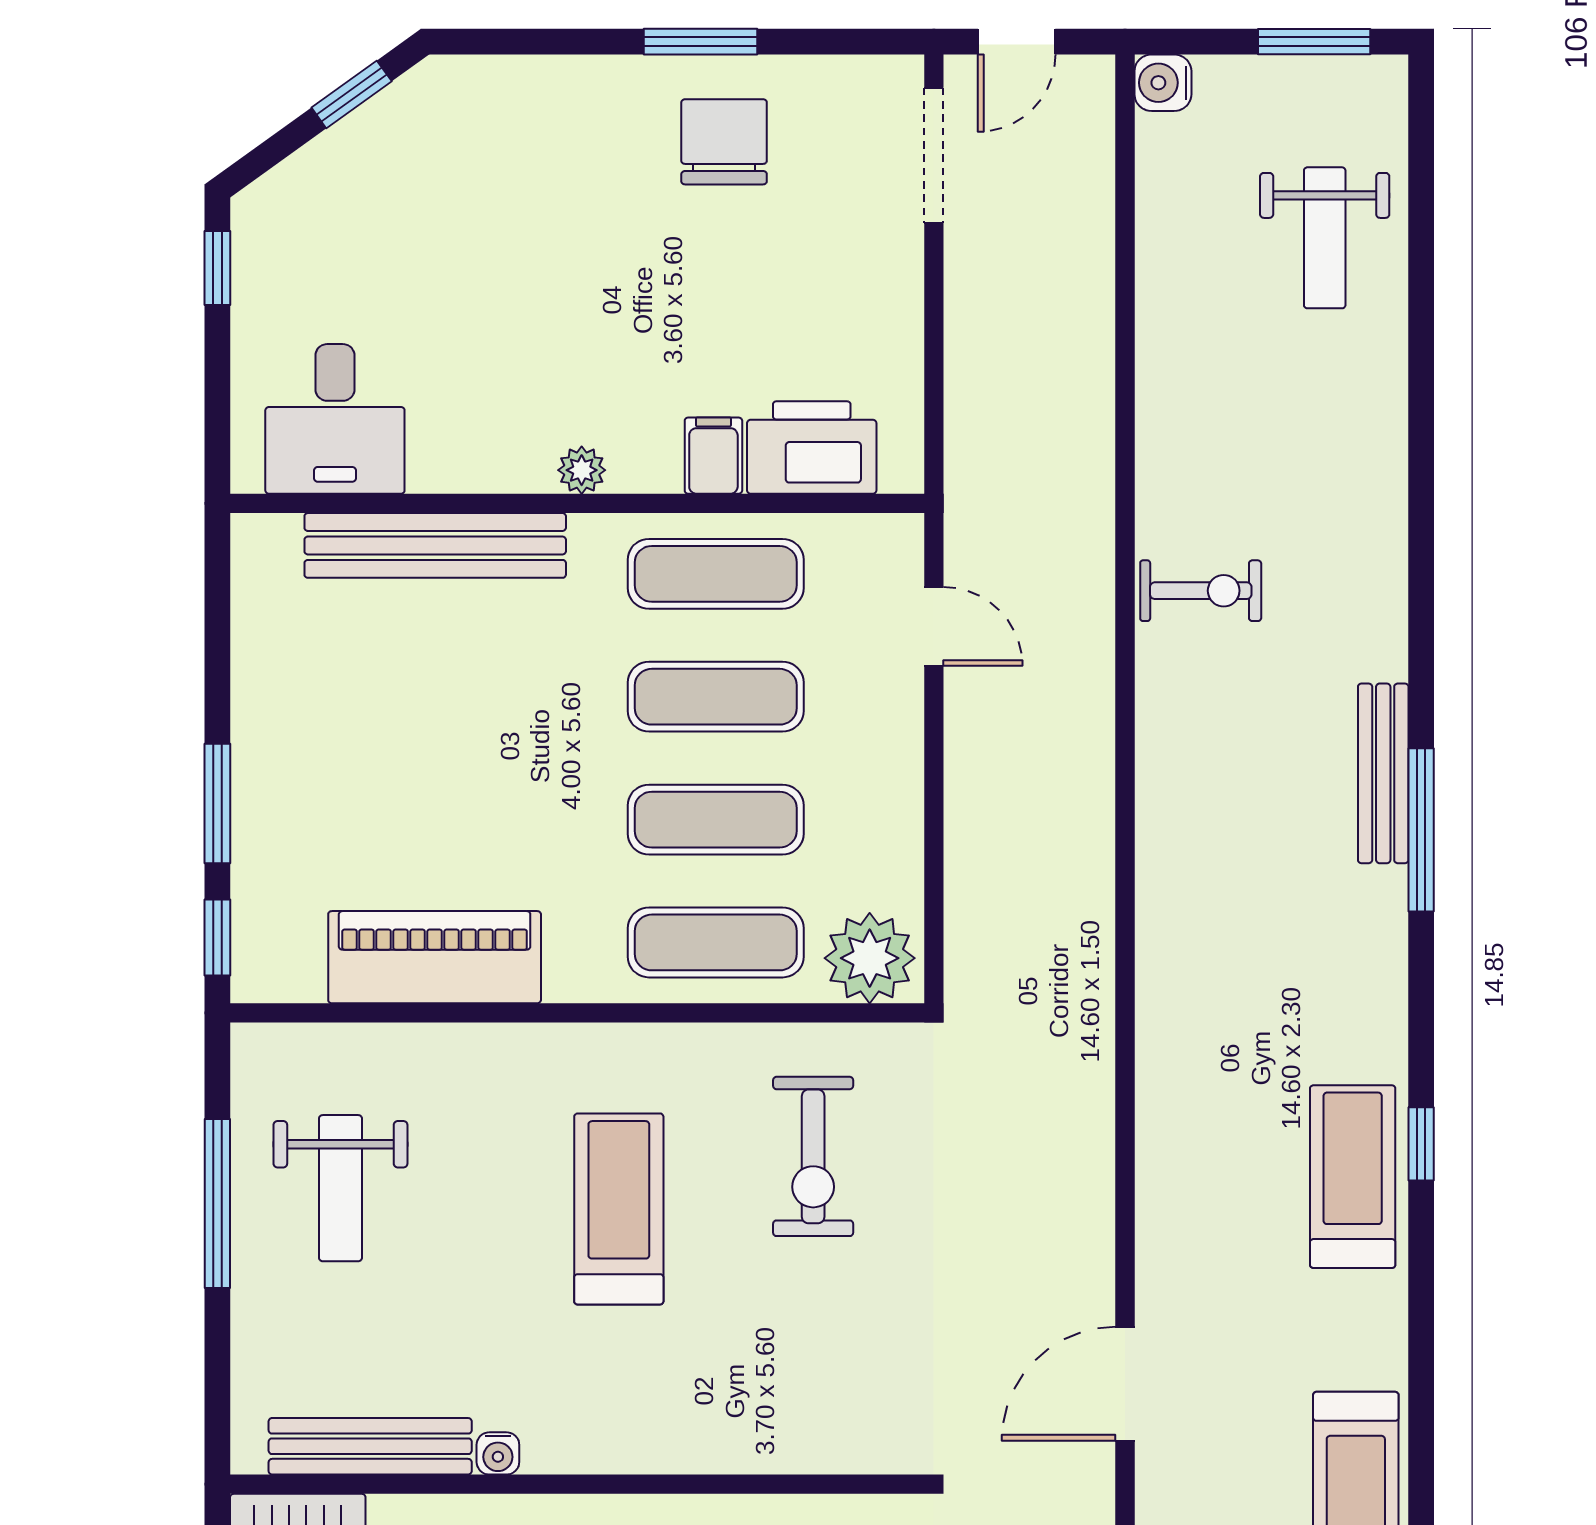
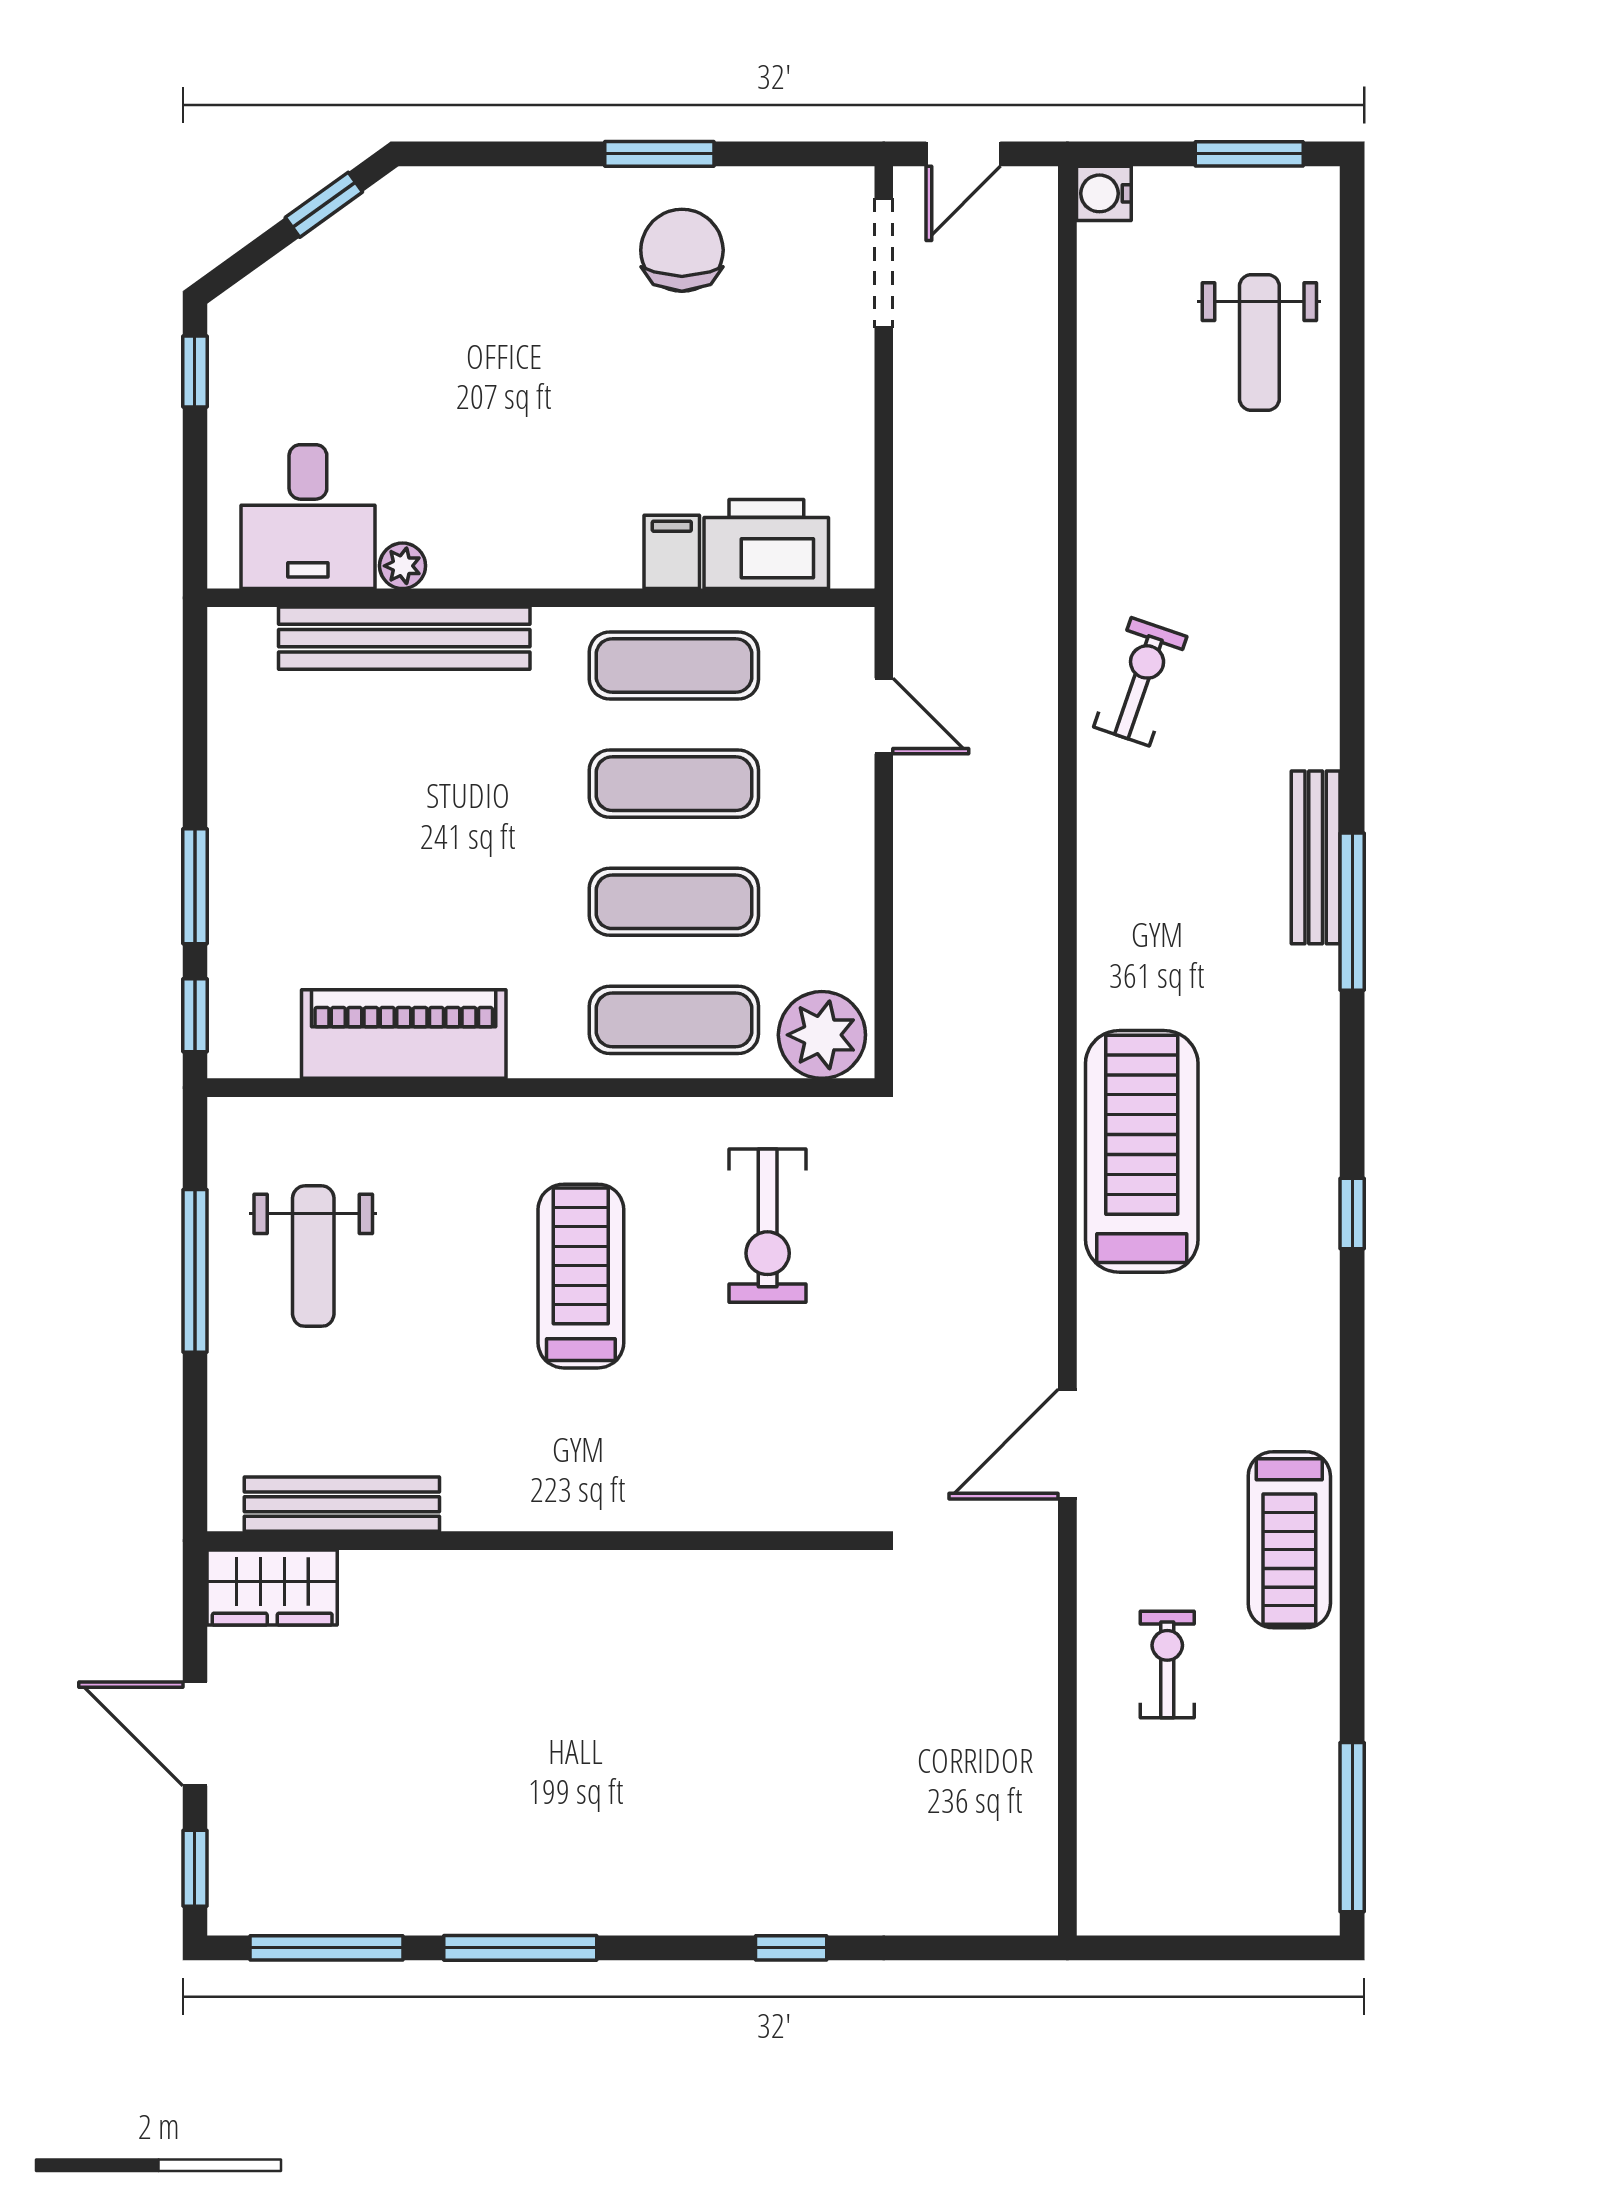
plant: (582, 470) -> (403, 566), moved
exercise bike: (1201, 591) -> (1140, 682), turned -71
treadmill: (1353, 1177) -> (1142, 1151), moved, width x1.37, depth x1.38
water cooler: (498, 1453) -> (465, 1511), removed

